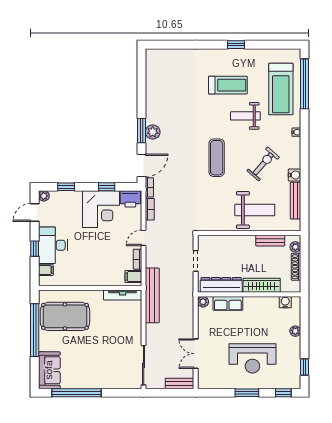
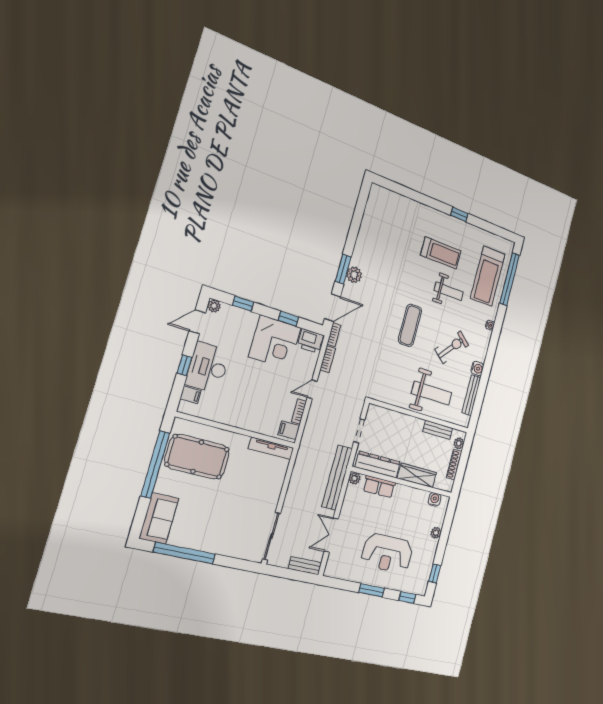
weight bench: (245, 116) -> (449, 291), turned 180
bench: (152, 295) -> (337, 478), moved

